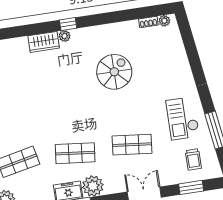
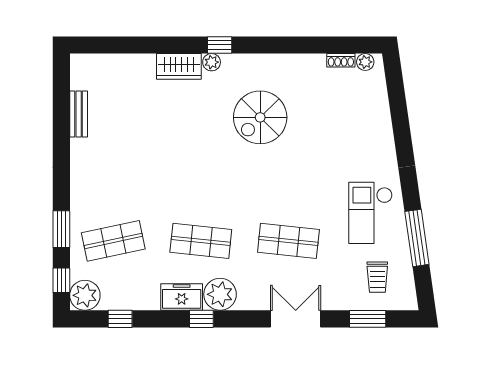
spiral stairs: (114, 72) -> (260, 117), moved, turned 180

